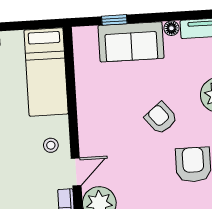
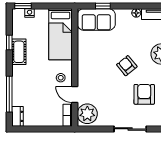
sofa: (131, 42) -> (96, 19), moved
door: (76, 172) -> (75, 94), swing flipped

